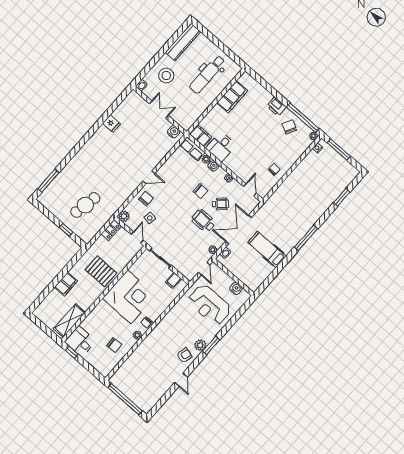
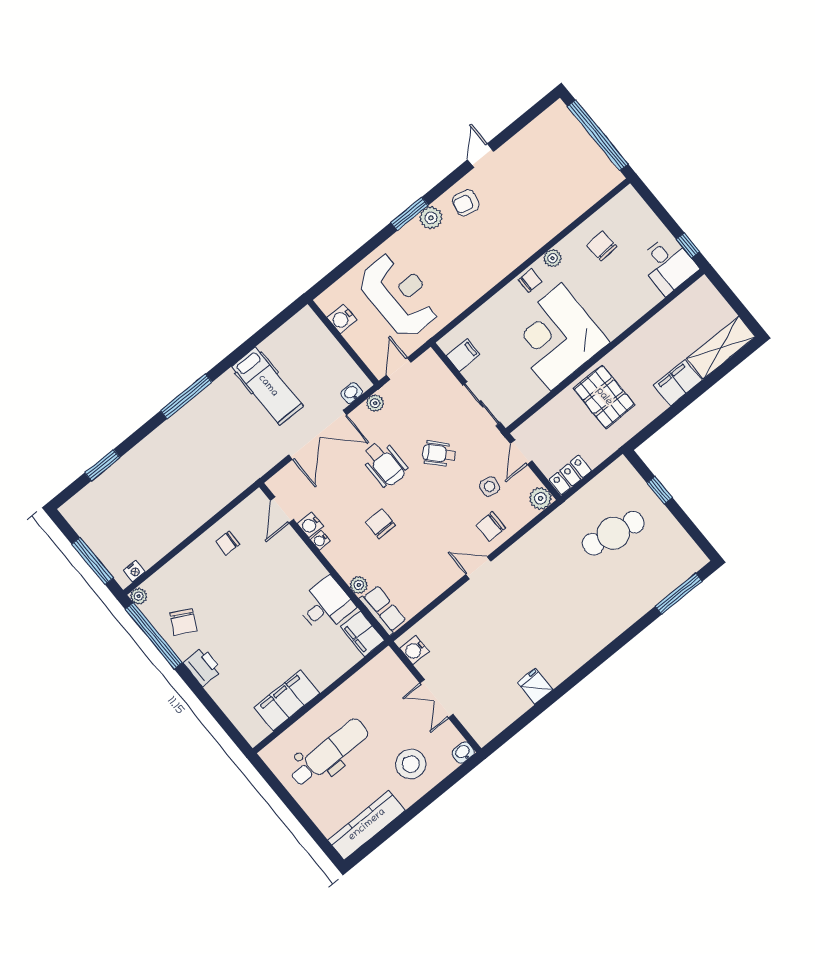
water cooler: (213, 166) -> (310, 525), moved
wheelchair: (220, 204) -> (439, 454), moved
shelving: (69, 321) -> (721, 348), moved

